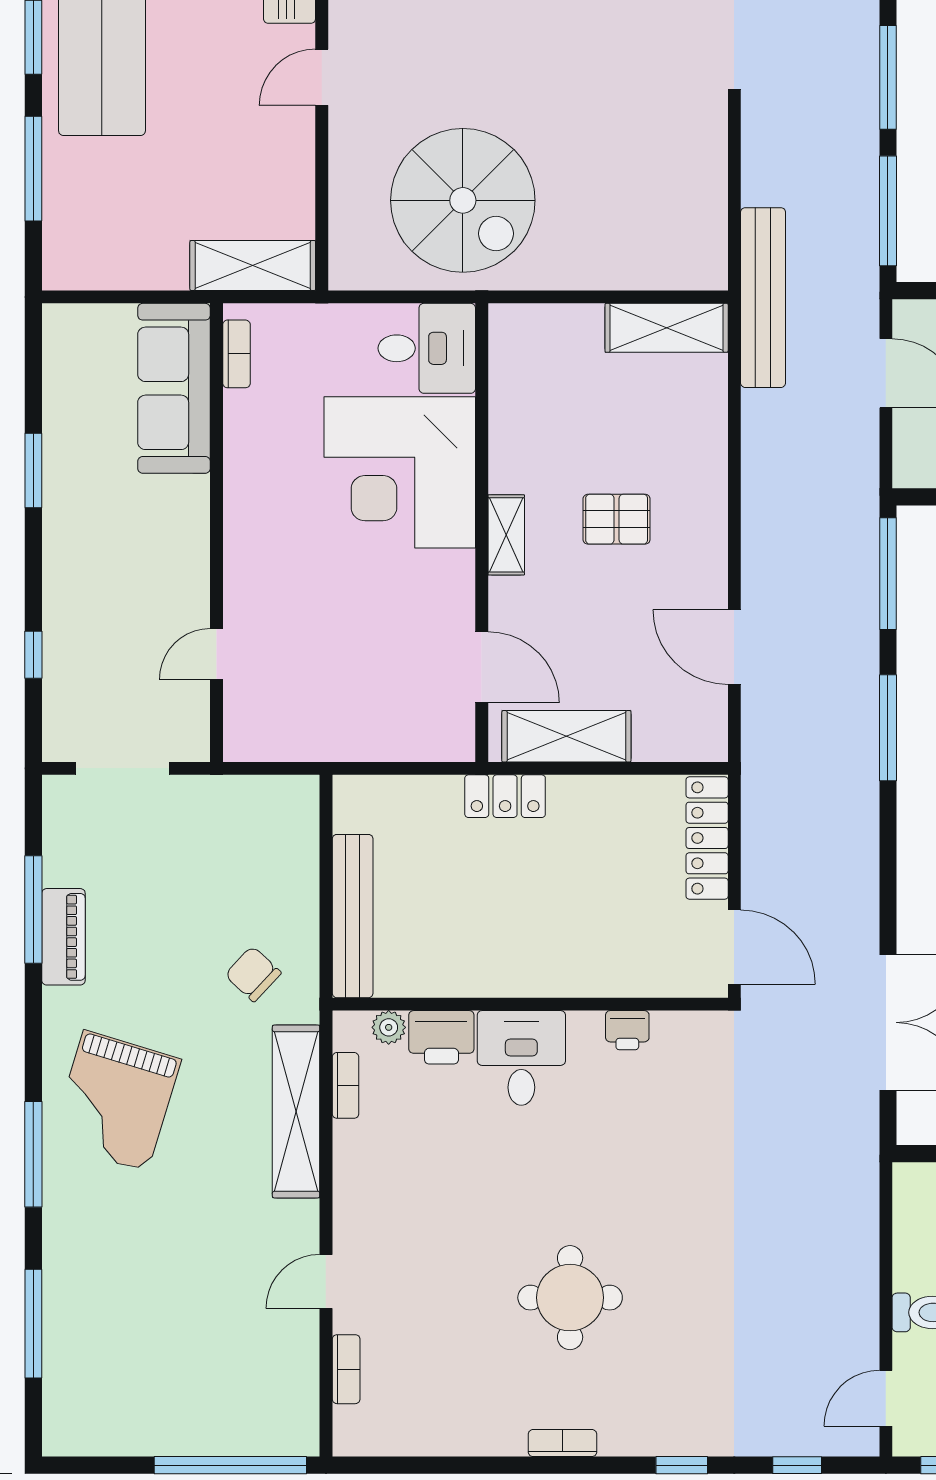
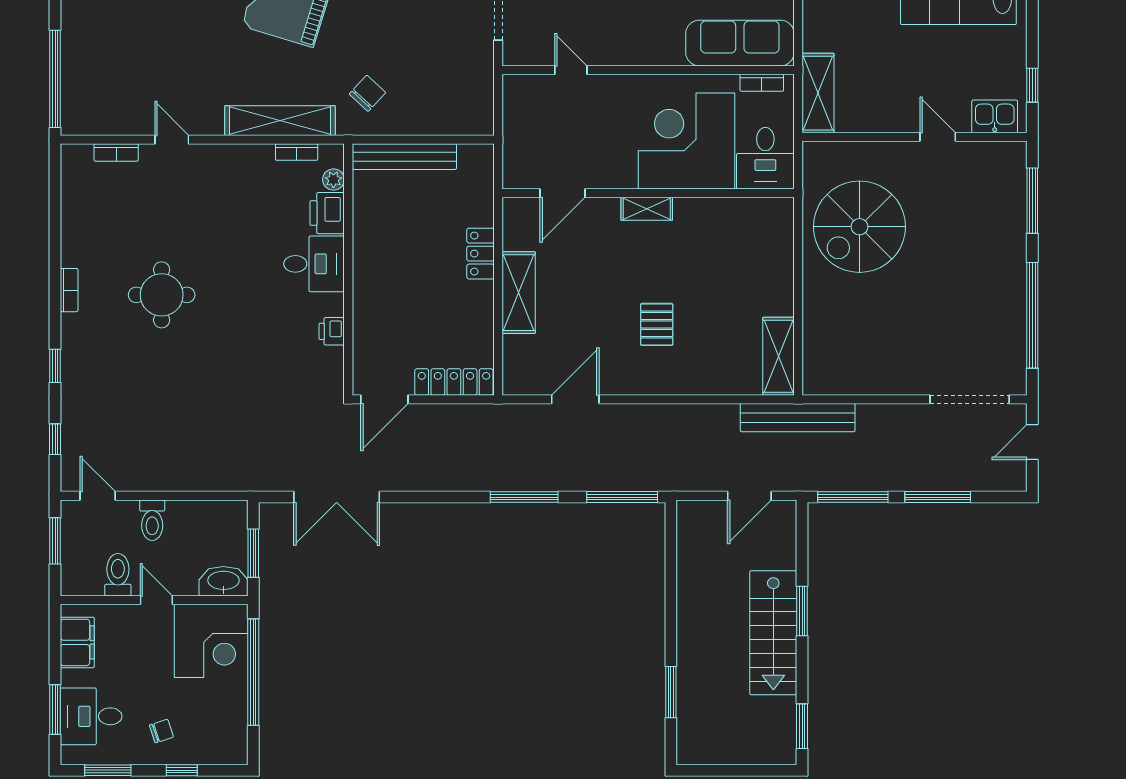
desk: (427, 348) -> (765, 158), moved
corner desk: (400, 472) -> (686, 141), moved
wall: (482, 533) -> (648, 193), moved
shelving: (506, 535) -> (647, 209), moved
door: (482, 667) -> (562, 193), moved

